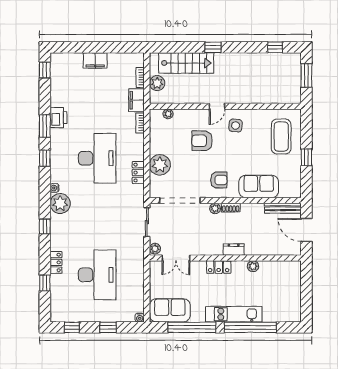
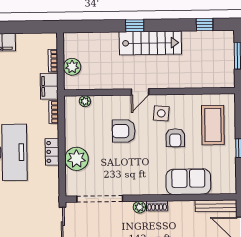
stairs: (186, 63) -> (150, 43), moved
locker: (138, 173) -> (52, 152), moved
armchair: (219, 180) -> (175, 138), moved, turned 90

